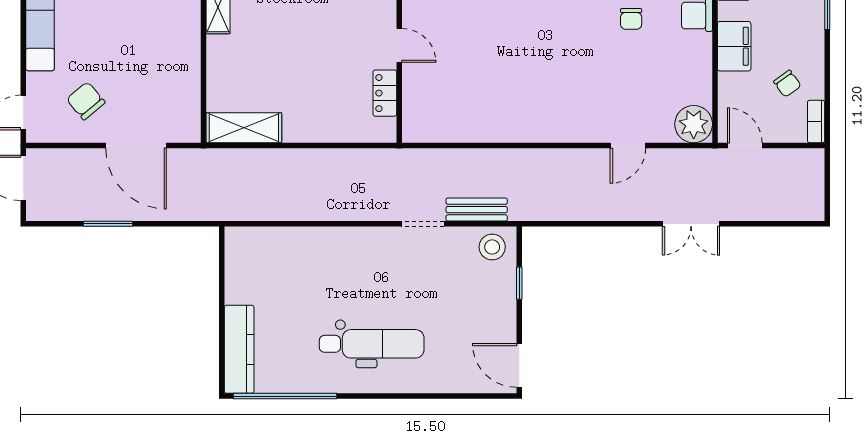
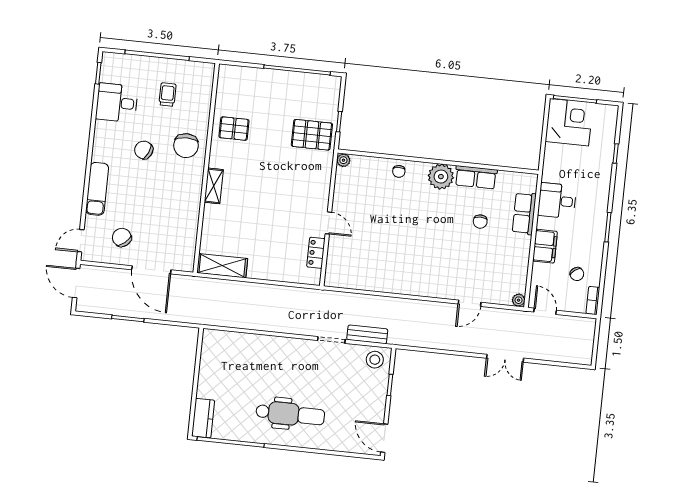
plant: (694, 124) -> (519, 300), width x0.53, depth x0.53
kitchen counter: (239, 349) -> (203, 418), width x0.67

